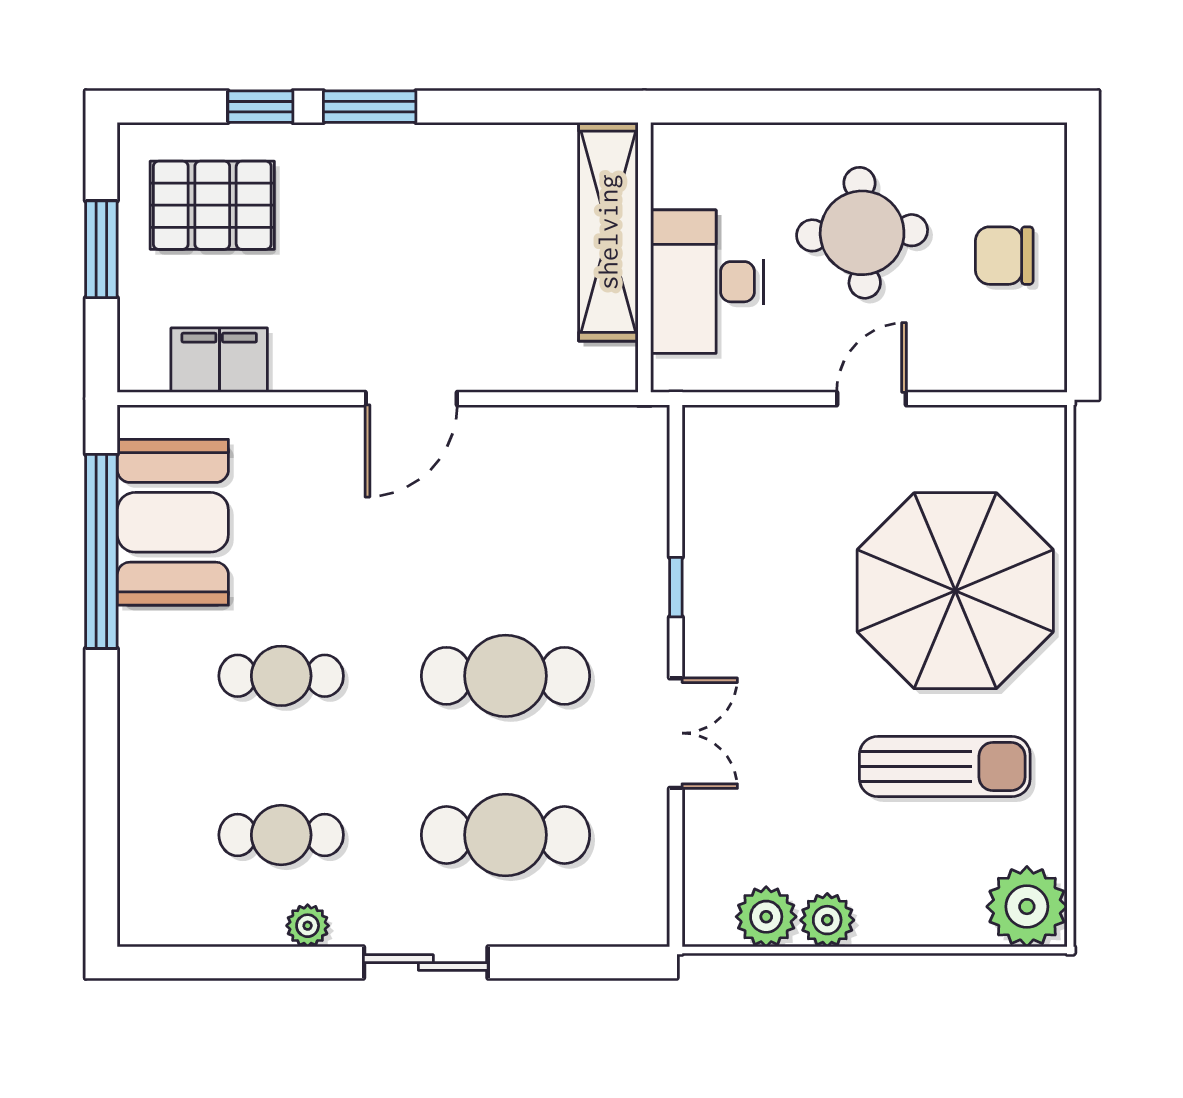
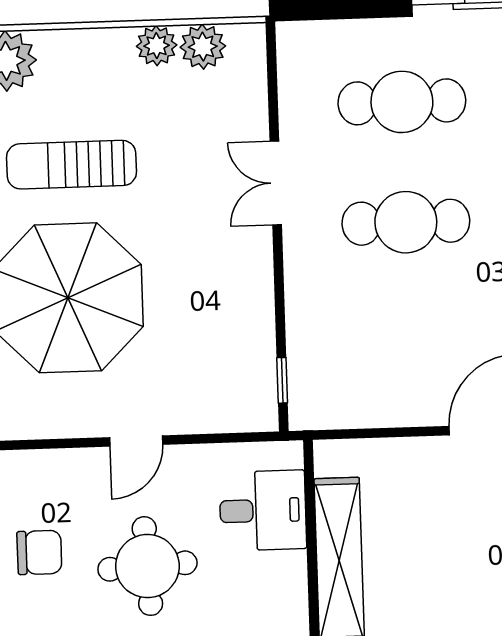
desk: (707, 282) -> (263, 510), width x0.73
window: (676, 587) -> (282, 380), moved

